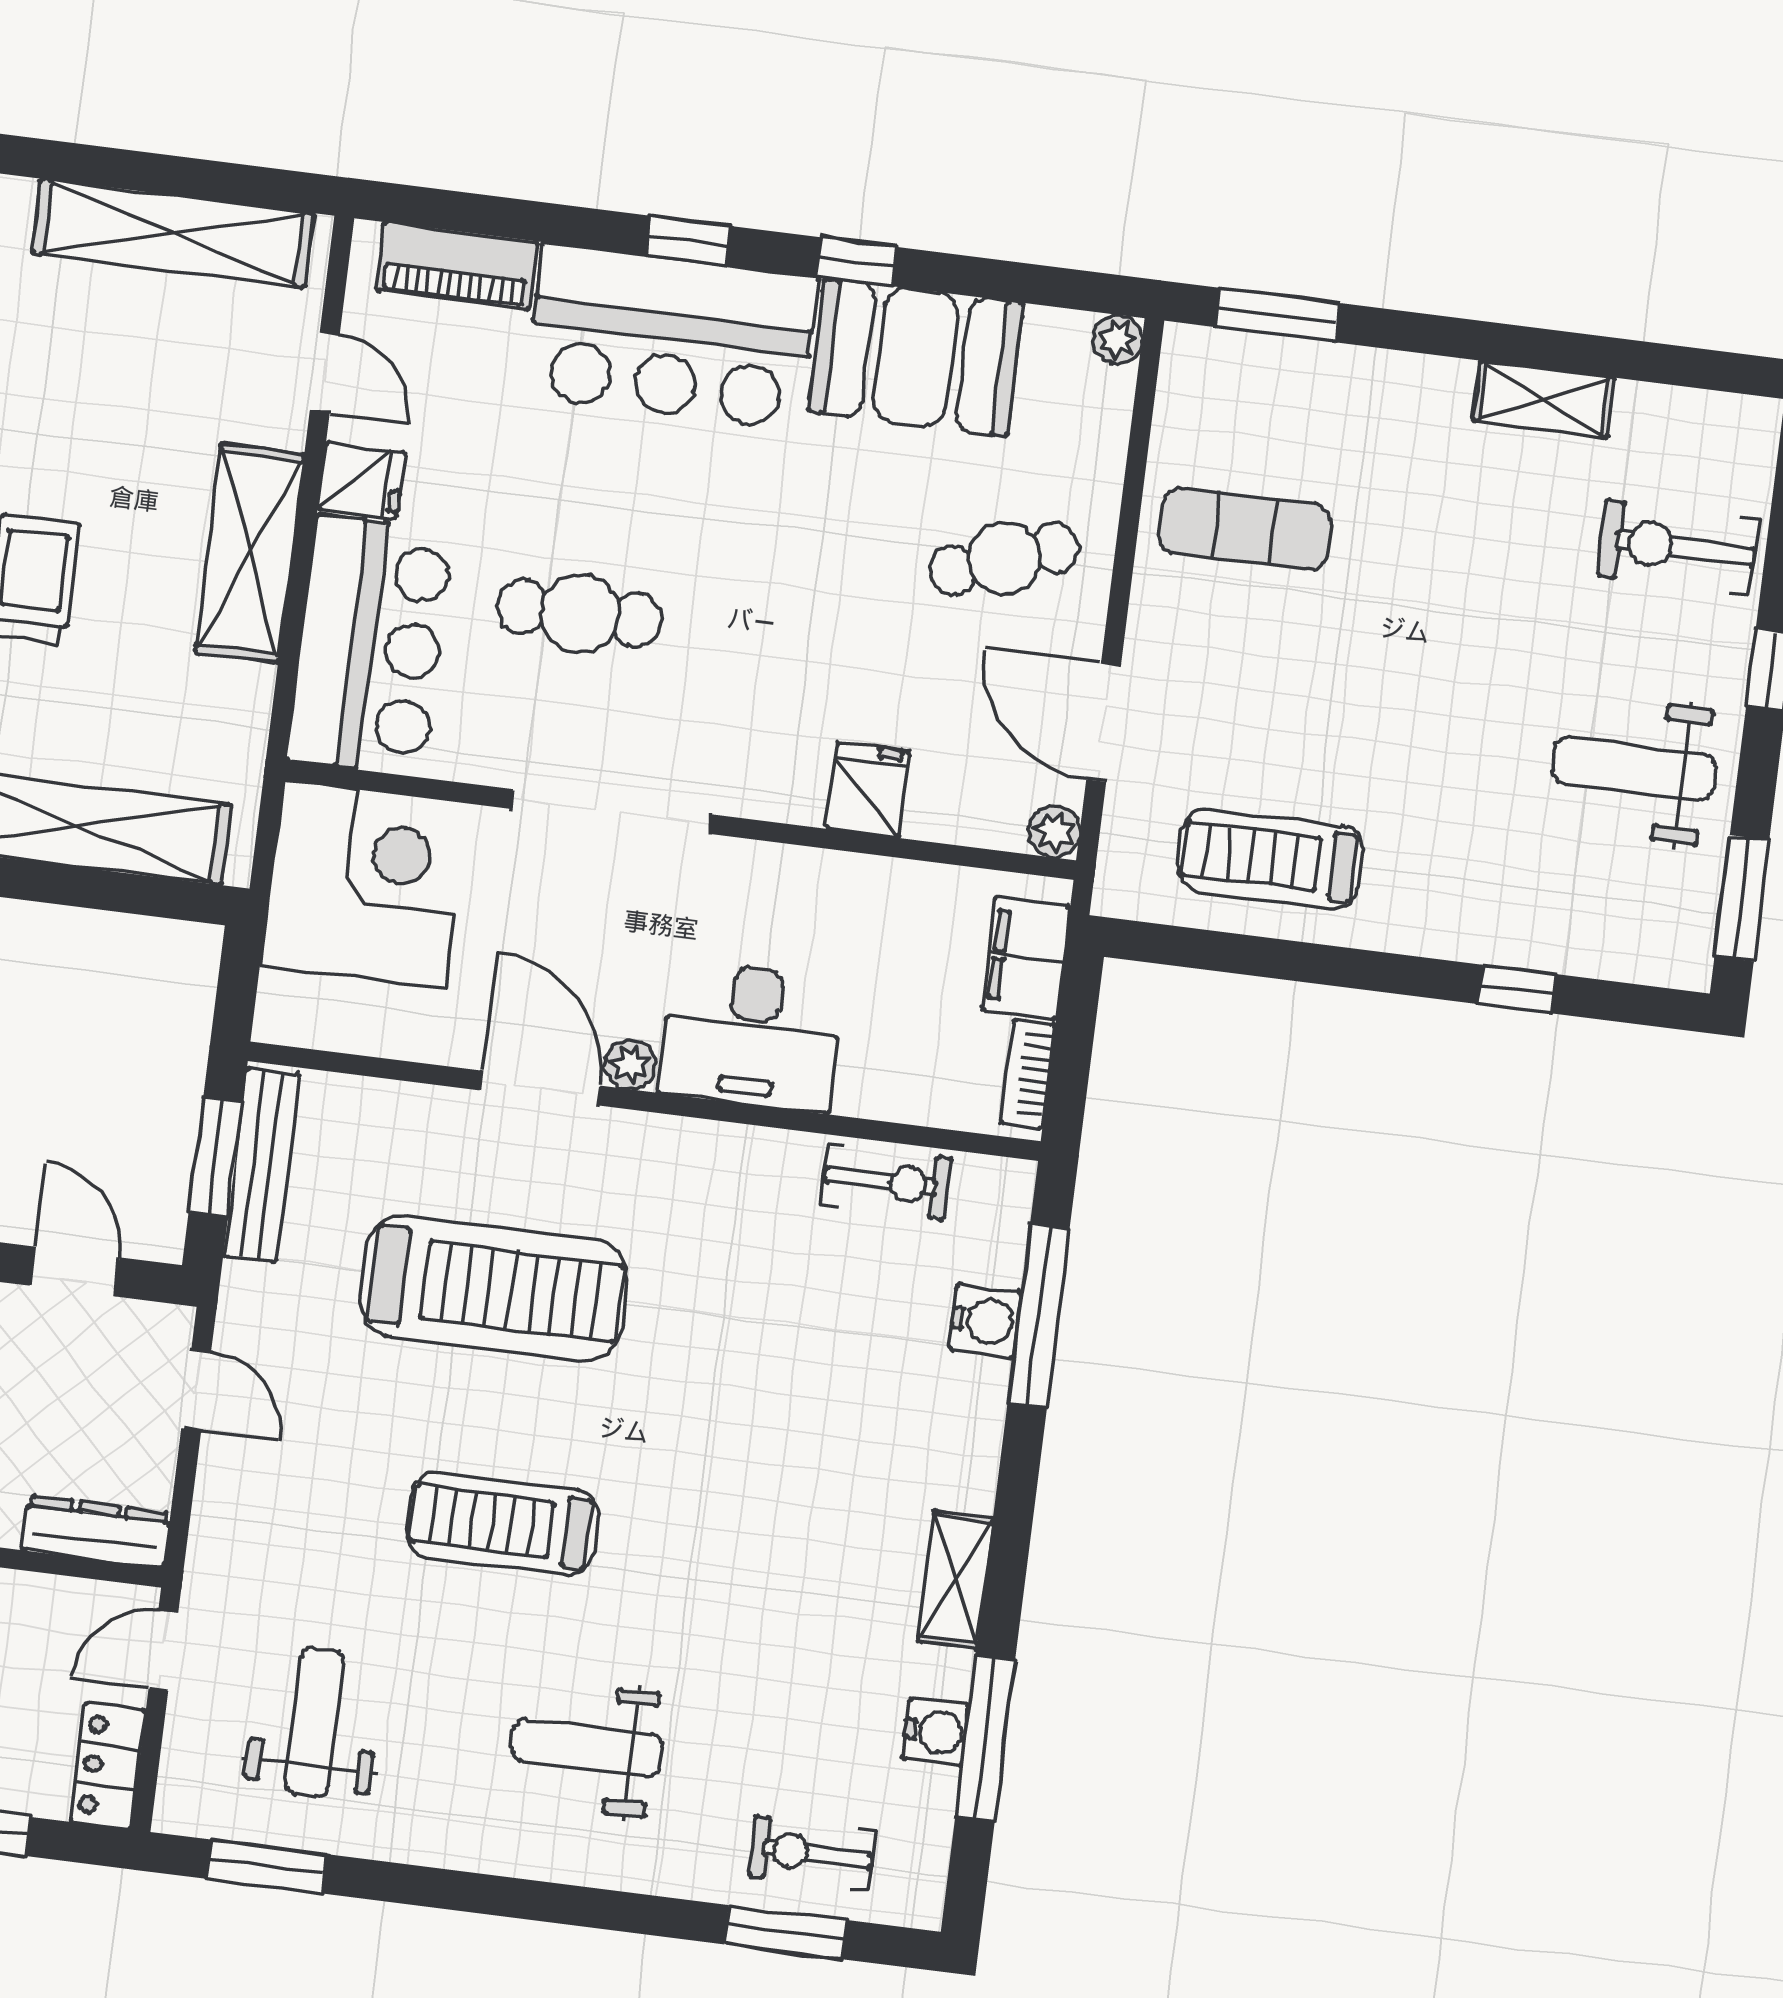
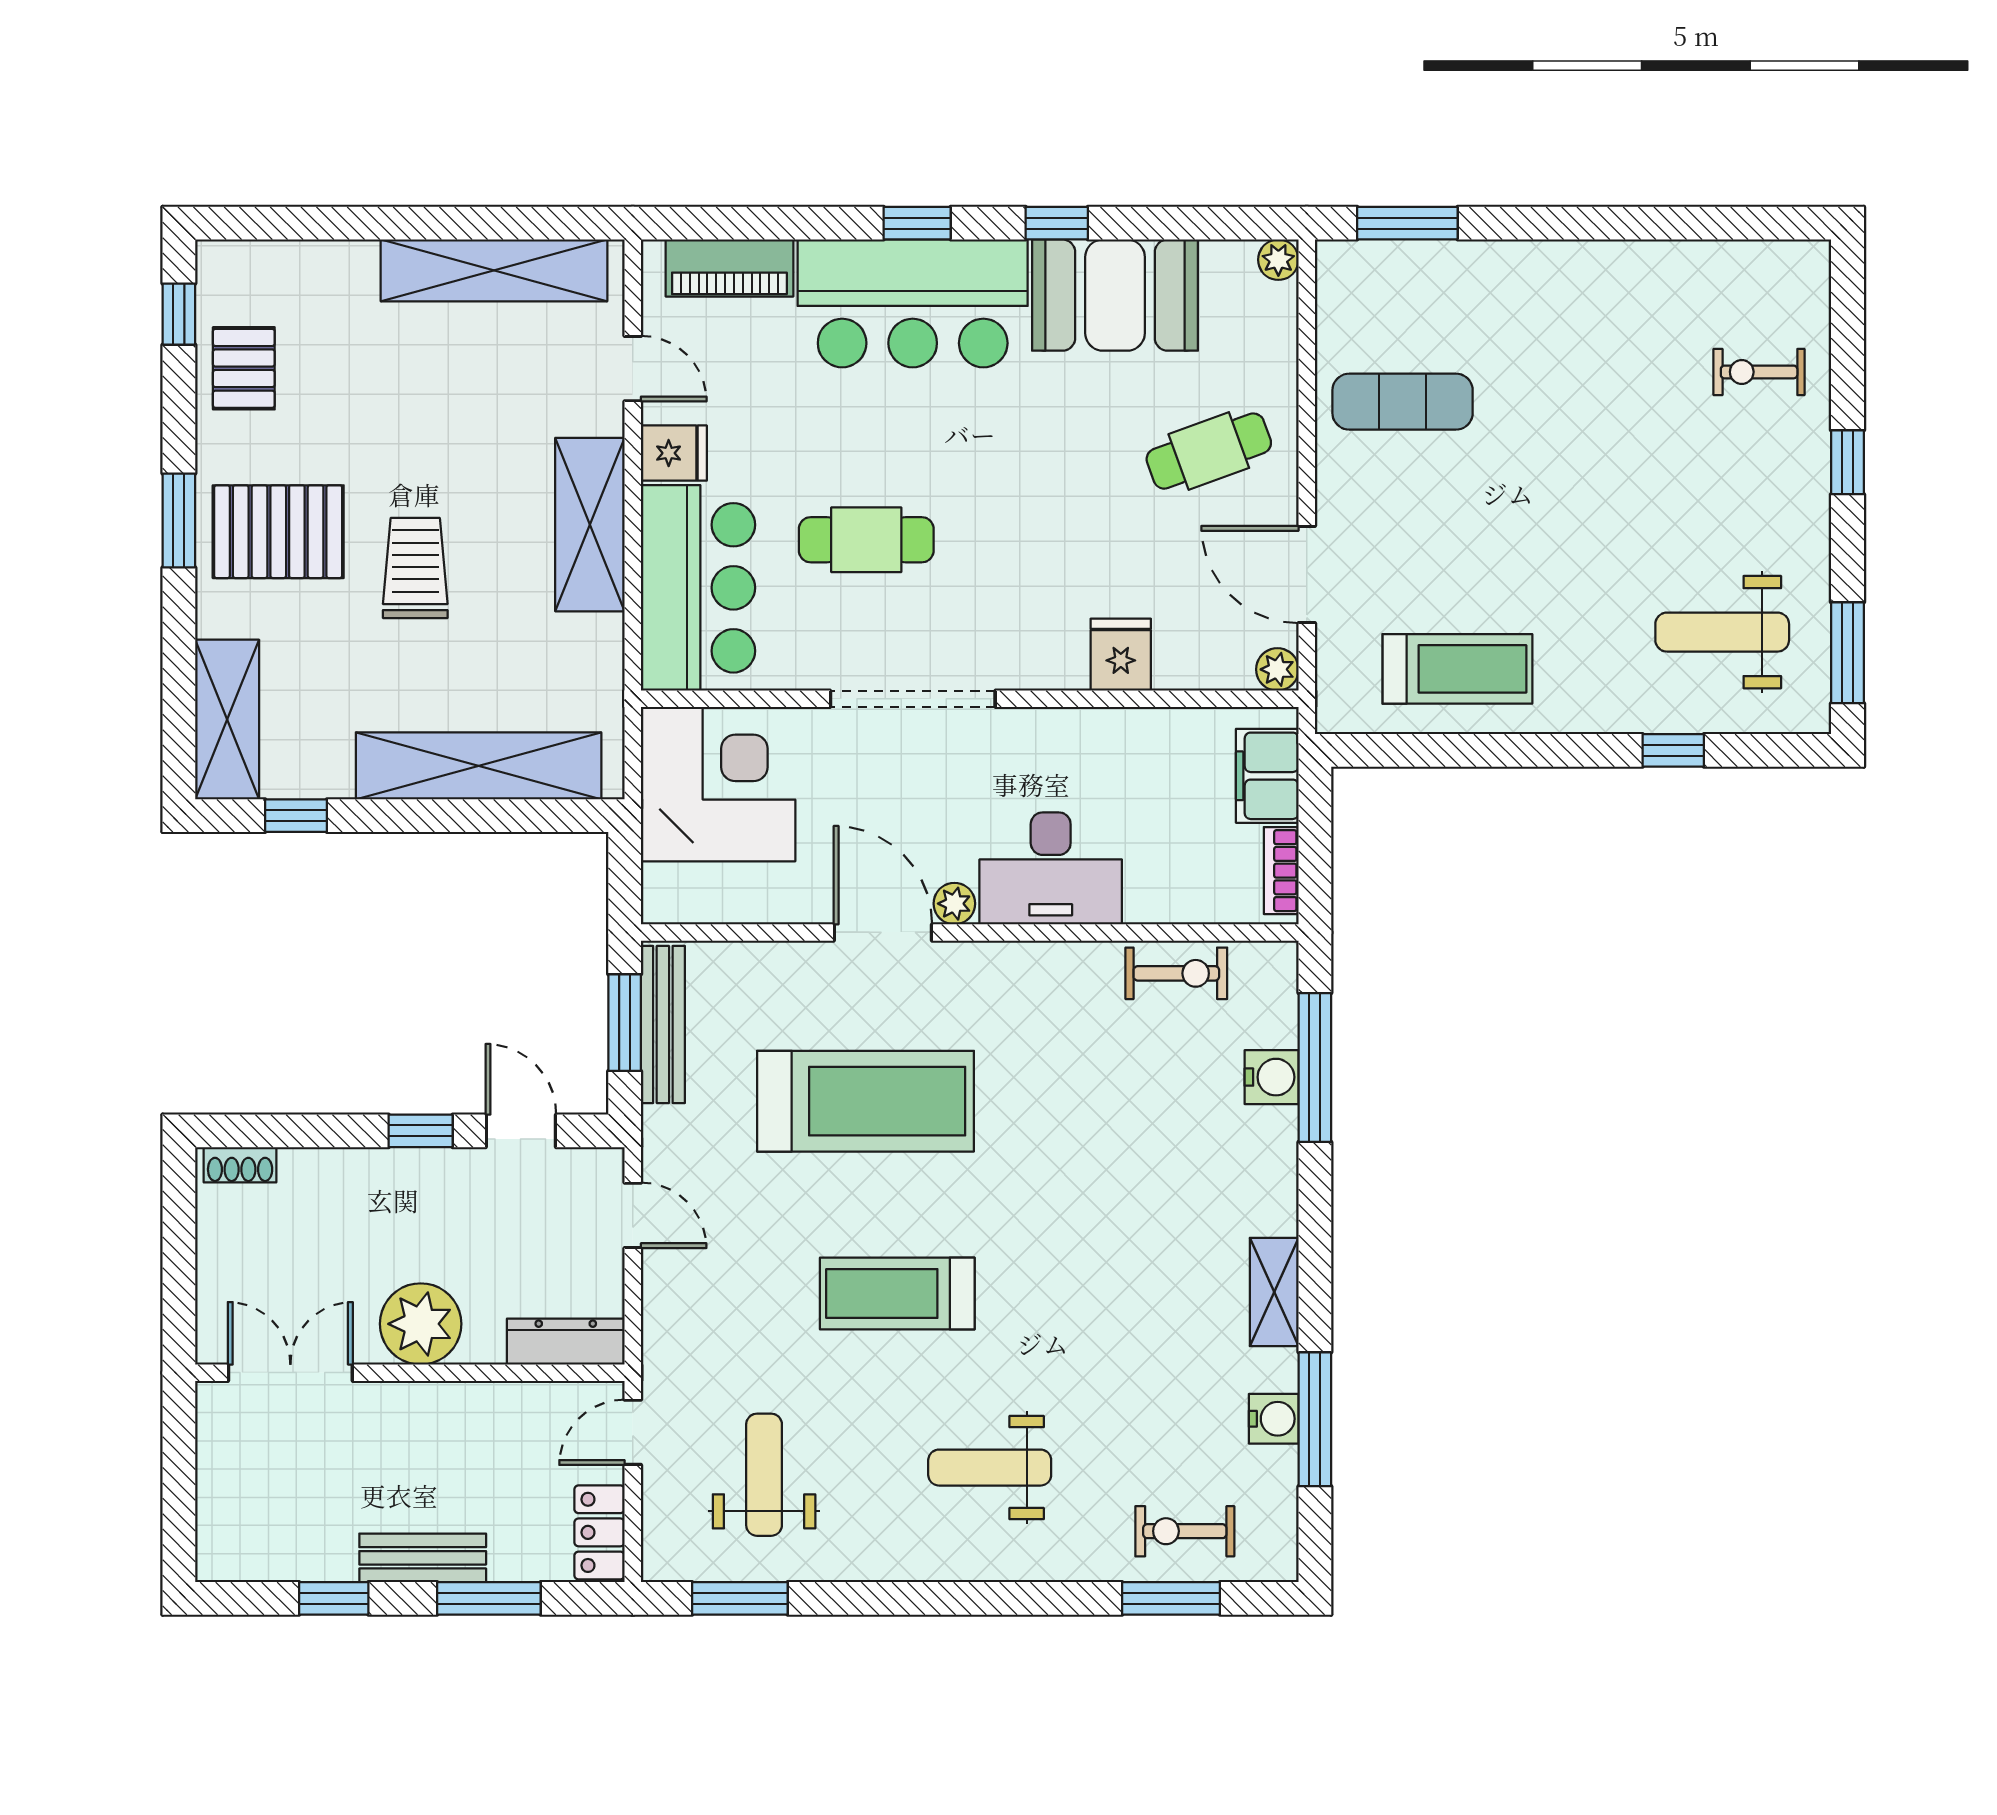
shelving: (1544, 399) -> (1634, 264), removed
exercise bike: (1678, 547) -> (1759, 372), width x0.73, depth x0.72
weight bench: (1634, 769) -> (1722, 632), moved
treadmill: (1270, 858) -> (1457, 669), turned 180

